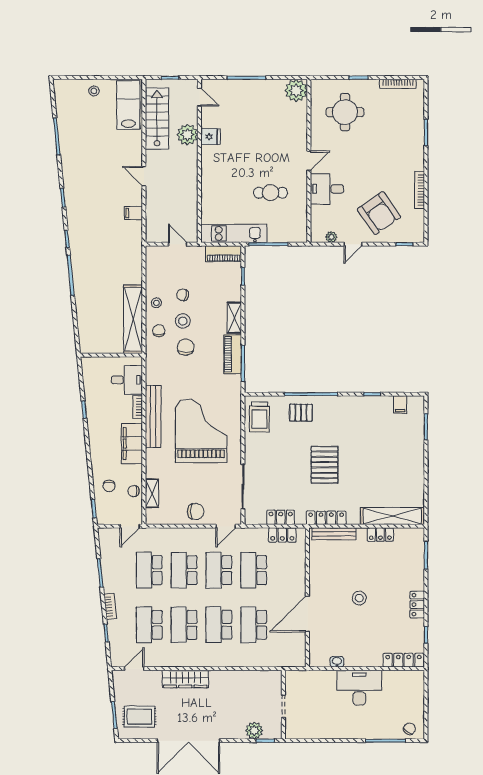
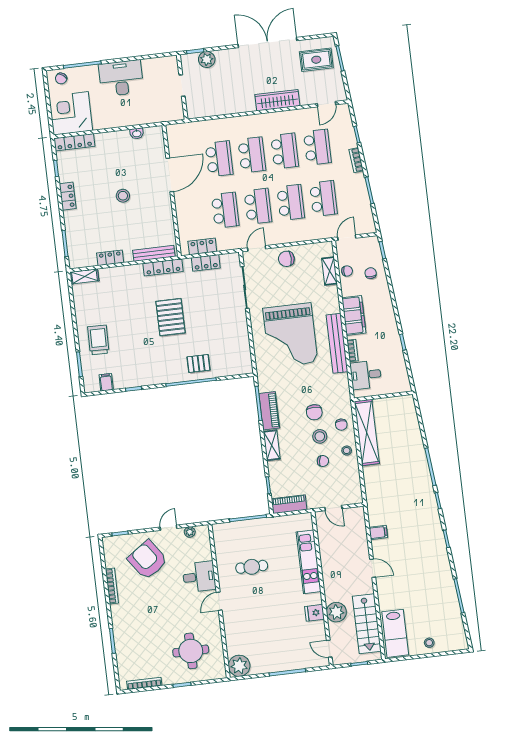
kitchen unit: (234, 233) -> (309, 562), moved, turned 90
trolley: (259, 417) -> (98, 340), moved
shelving: (392, 516) -> (85, 276), width x0.45, depth x0.75
desk: (359, 688) -> (121, 78), moved, turned 180
corner desk: (404, 691) -> (71, 113), added

